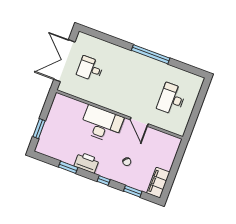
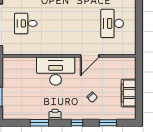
door: (139, 122) -> (90, 56), hinge flipped
printer: (87, 163) -> (55, 114), width x0.53, depth x0.68
filing cabinet: (158, 183) -> (129, 93), moved

